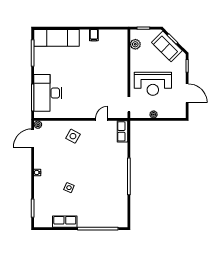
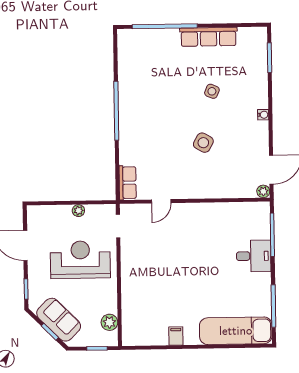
desk: (48, 93) -> (254, 256), width x0.53, depth x0.77
side table: (73, 136) -> (203, 143), moved
row of seats: (65, 222) -> (209, 37), width x1.48

